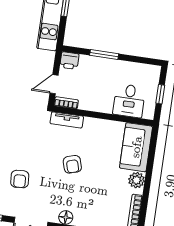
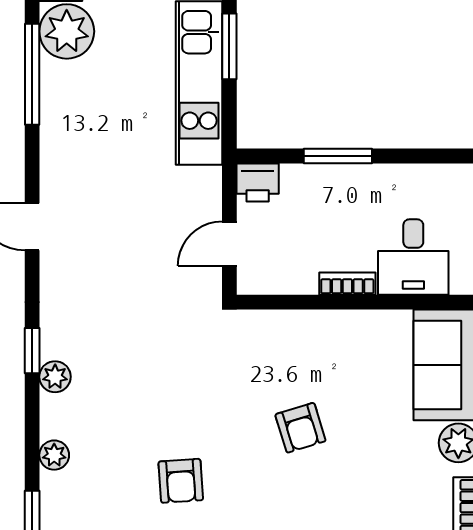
bookcase: (66, 103) -> (347, 284), moved
tv unit: (67, 120) -> (272, 324), removed

